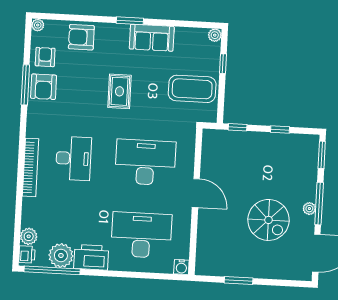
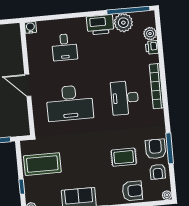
rug: (119, 91) -> (124, 157), moved, turned 90
desk: (141, 235) -> (64, 47), width x0.53, depth x0.77
printer: (27, 254) -> (152, 47), moved

